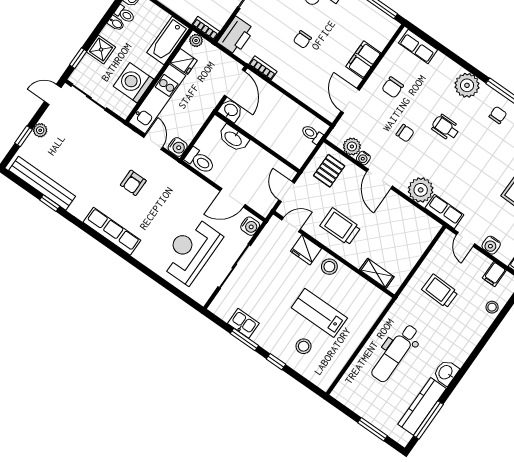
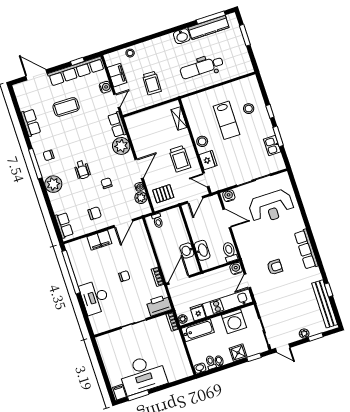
washbasin: (231, 110) -> (187, 251), moved
filing cabinet: (494, 274) -> (117, 75), width x2.00
dental chair: (395, 353) -> (202, 68), turned 180

